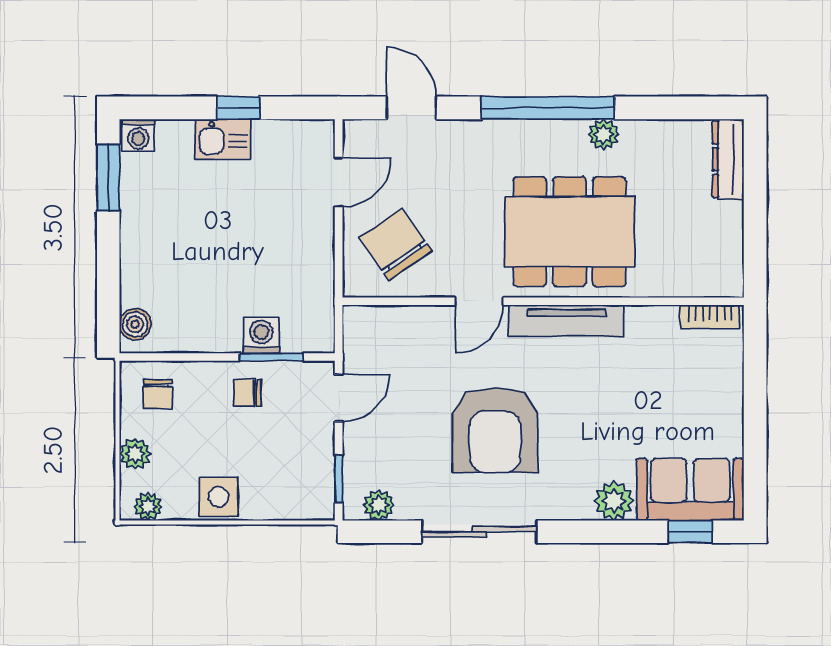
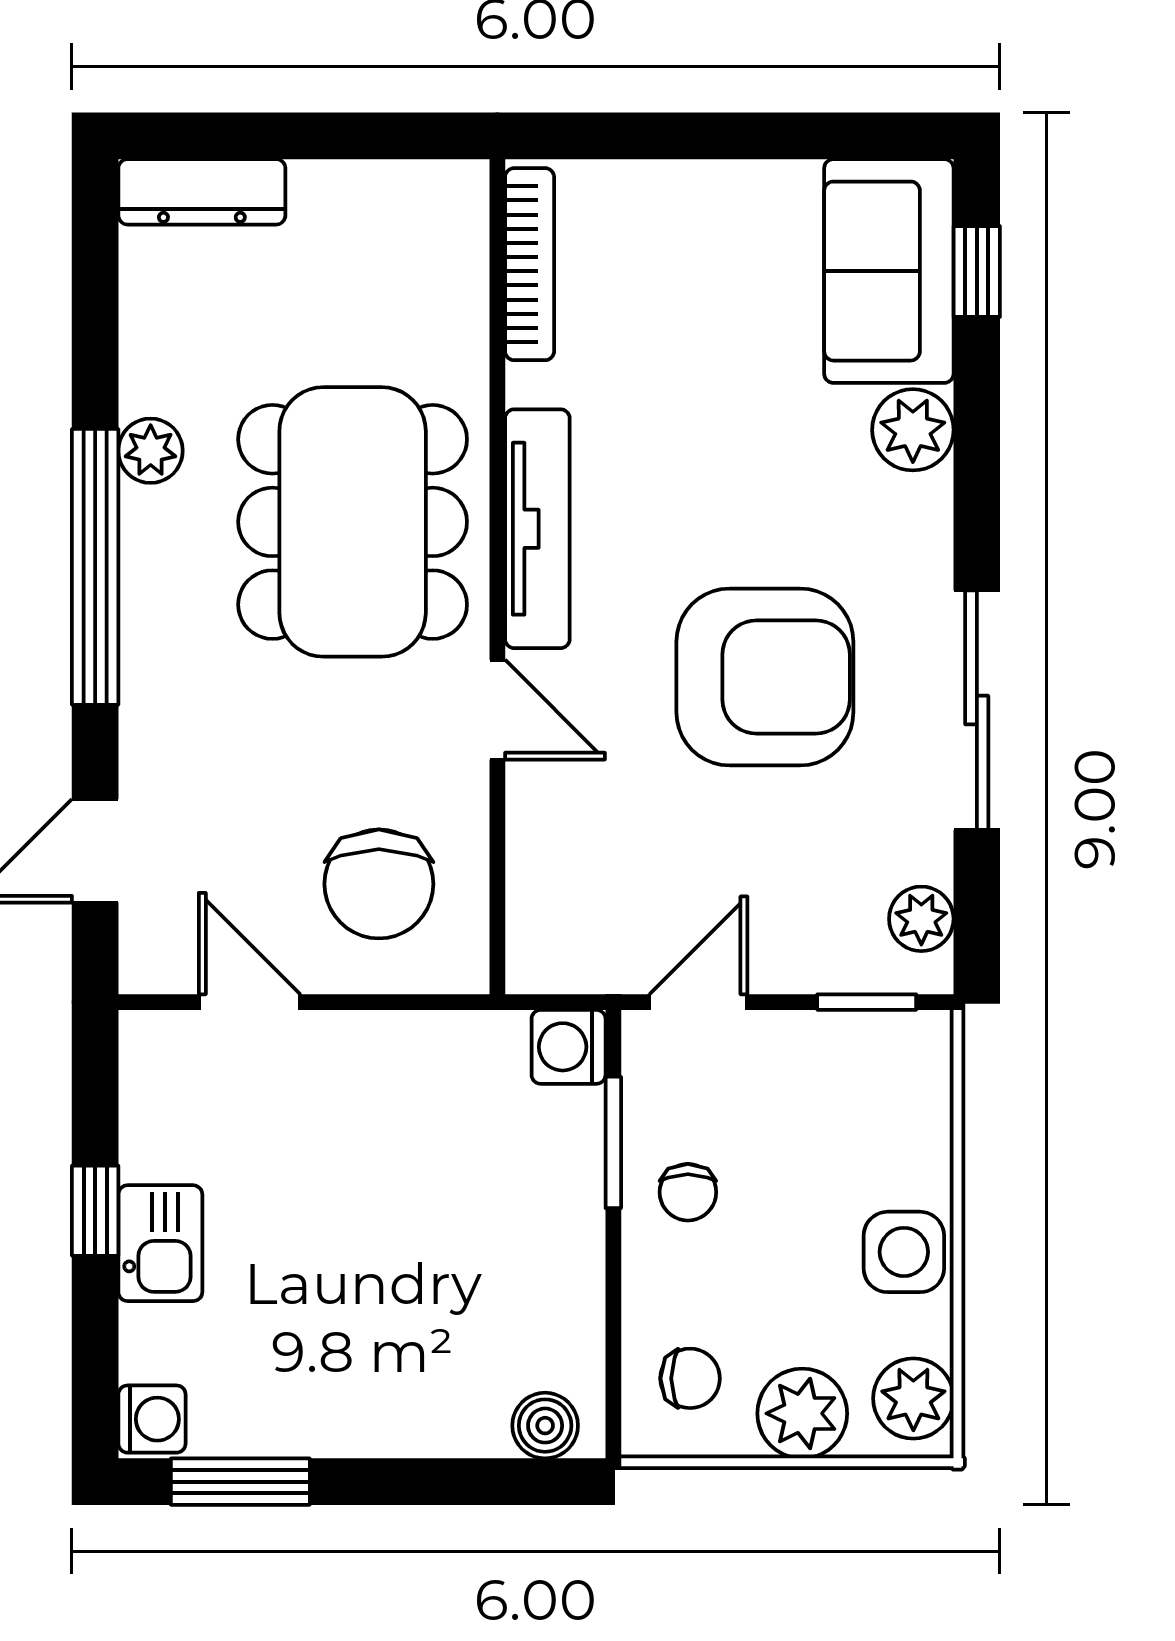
chair: (396, 244) -> (379, 884), turned -55
bookcase: (710, 317) -> (530, 264), width x1.56
washing machine: (261, 335) -> (569, 1047), moved
door: (339, 398) -> (698, 1002), hinge flipped
plant: (135, 454) -> (802, 1413), width x1.38, depth x1.38
plant: (148, 507) -> (913, 1398), width x1.38, depth x1.38

